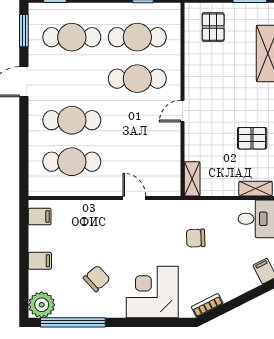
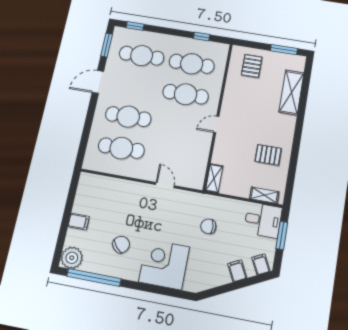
filing cabinet: (40, 217) -> (237, 271), moved, turned -117
bookcase: (207, 305) -> (208, 284), removed

